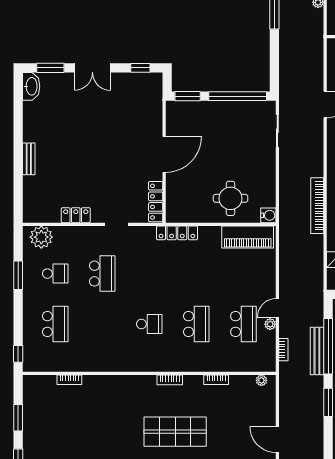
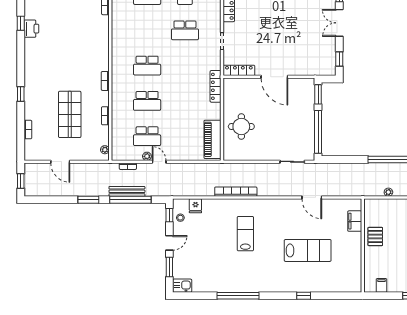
water cooler: (268, 215) -> (229, 155), removed
school desk: (149, 324) -> (147, 66), width x1.85
shop shelf: (175, 432) -> (70, 114), moved
door: (277, 440) -> (60, 162), swing flipped

